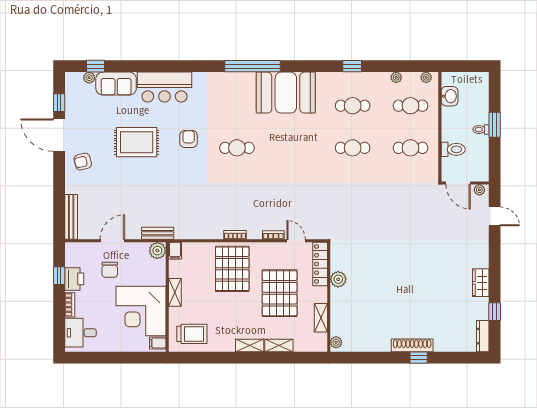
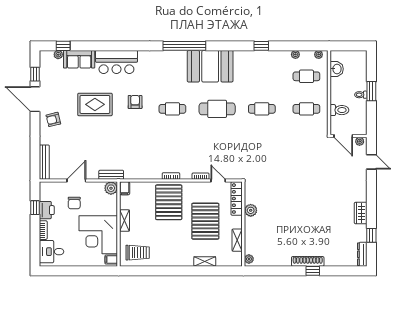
cafe table: (353, 106) -> (217, 109), moved, width x1.37, depth x1.35
shelving: (250, 345) -> (182, 261), removed

